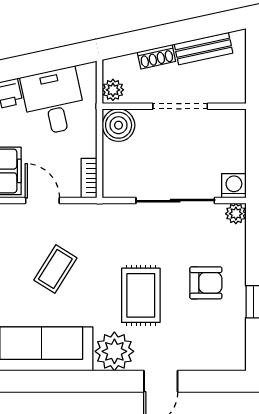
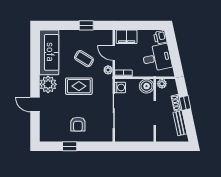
window: (157, 37) -> (185, 103), added
washing machine: (234, 186) -> (120, 87), moved
door: (42, 201) -> (114, 53), swing flipped
plant: (236, 214) -> (108, 70), moved
rug: (141, 295) -> (79, 86), moved

